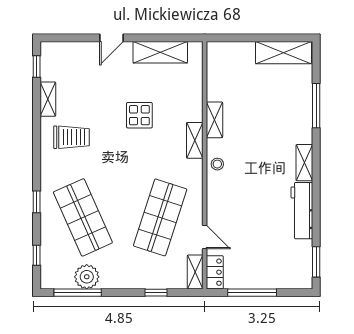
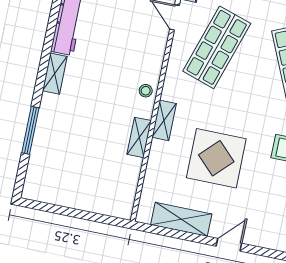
shelving: (283, 53) -> (53, 193), removed
display table: (139, 115) -> (216, 158), width x1.86, depth x1.86

